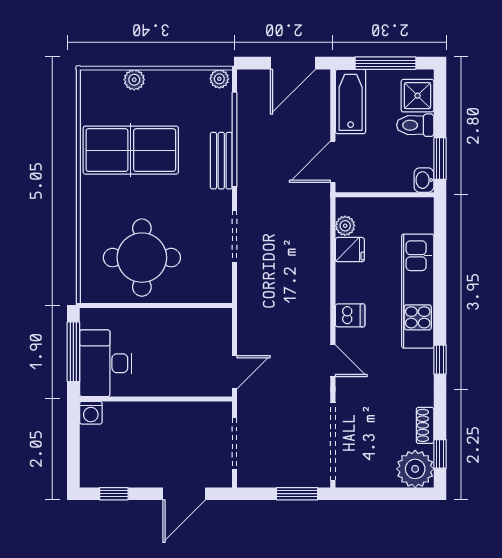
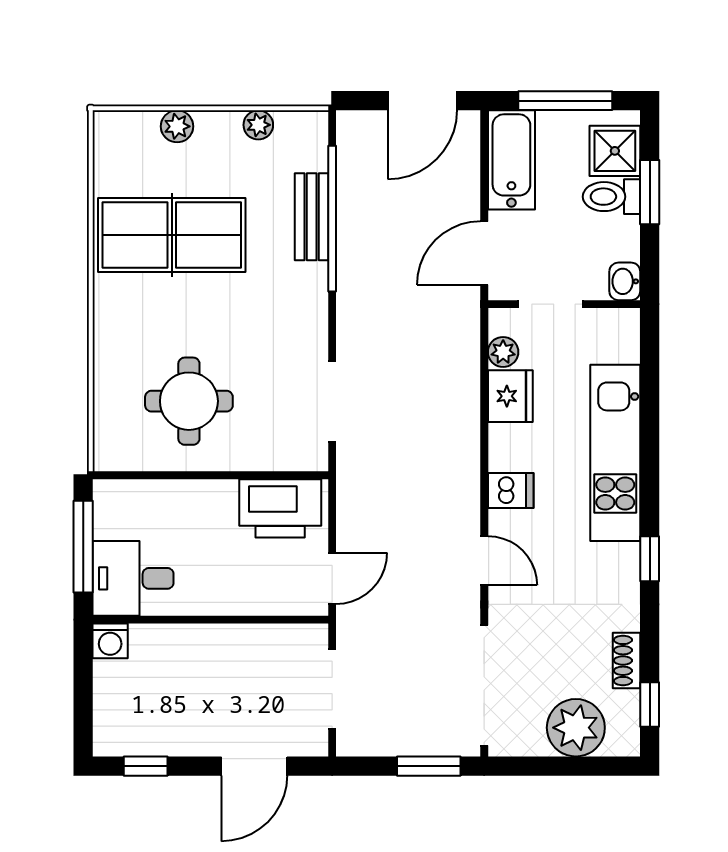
plant: (219, 79) -> (258, 125), moved
window: (440, 159) -> (650, 192), moved
bench: (221, 161) -> (312, 217), moved
doorway: (376, 195) -> (551, 304), added
doorway: (235, 236) -> (332, 401), moved
fridge: (350, 250) -> (510, 396), width x1.38
round table: (142, 258) -> (189, 401), width x0.73, depth x0.73
printer: (201, 327) -> (280, 508), added
desk: (106, 363) -> (133, 578), width x0.73
plant: (415, 469) -> (576, 728), moved

